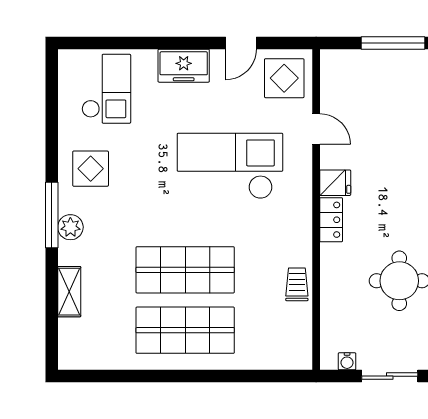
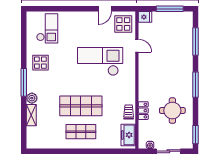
freezer: (184, 66) -> (128, 135), moved, turned 90
fridge: (335, 183) -> (145, 17), moved
locker: (331, 220) -> (143, 111), moved
plant: (70, 227) -> (32, 98), moved
shop shelf: (185, 330) -> (81, 132), width x0.70, depth x0.74

